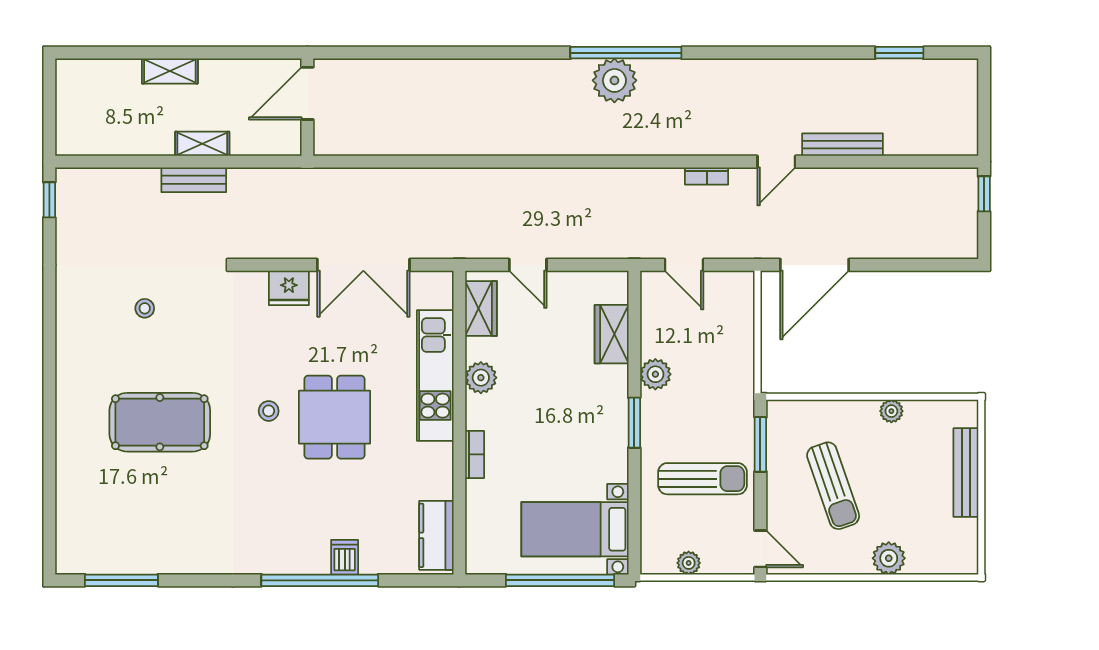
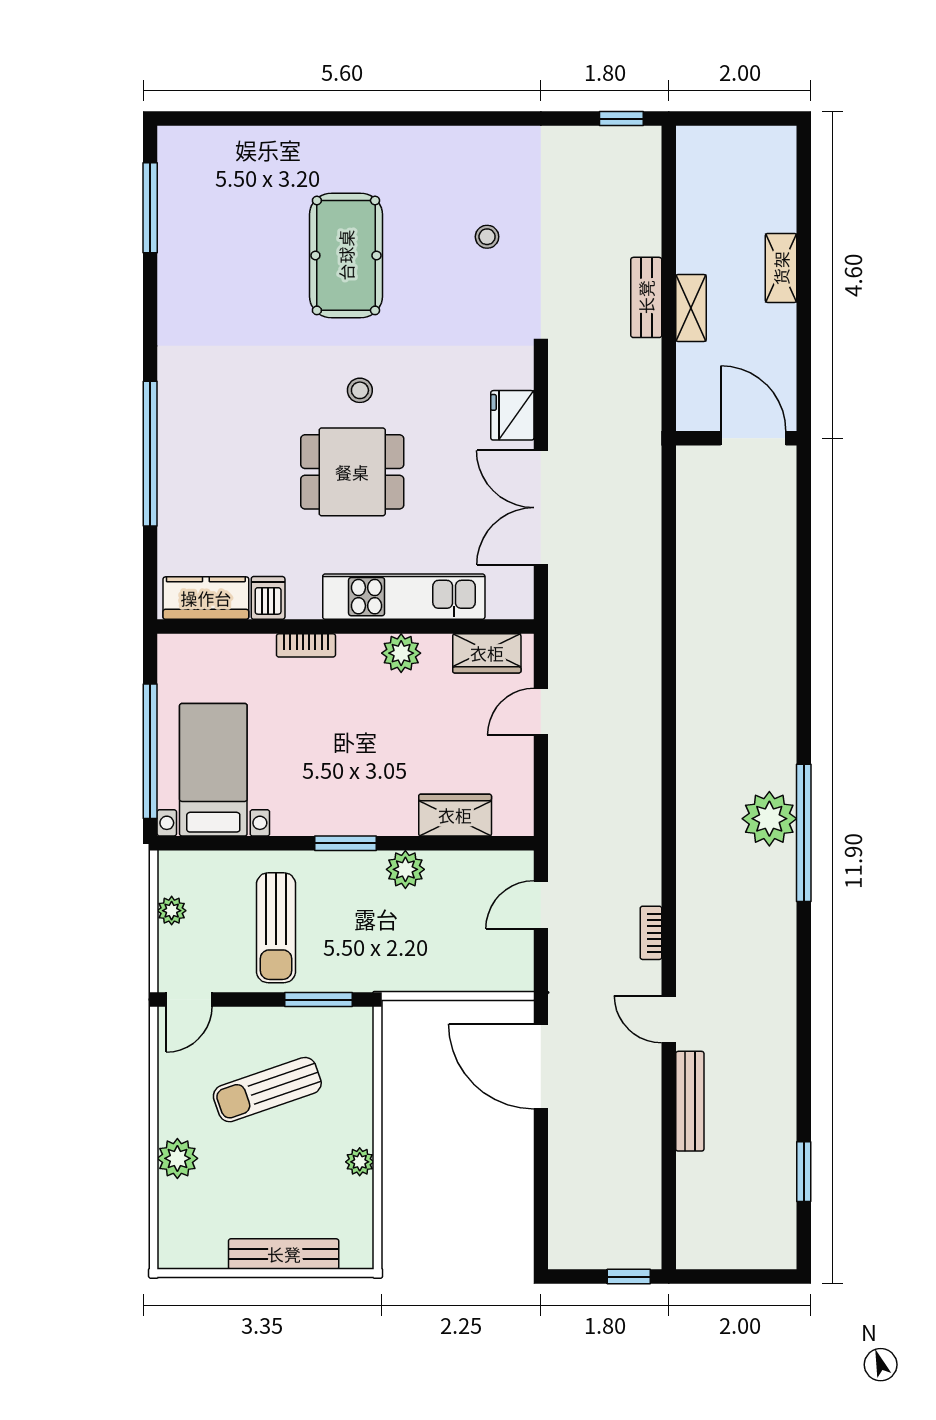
dishwasher: (345, 557) -> (268, 598), moved, turned -90

